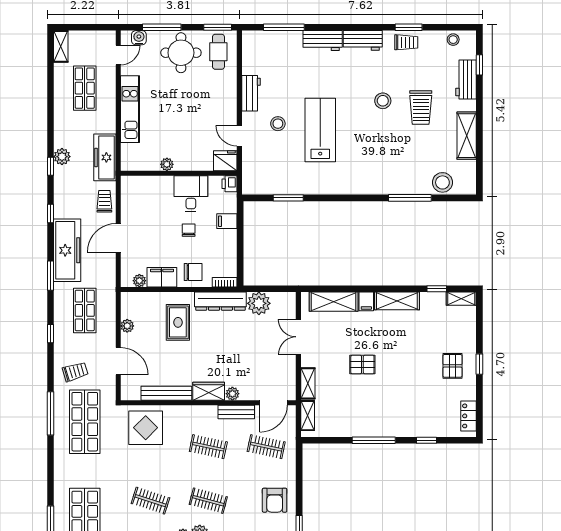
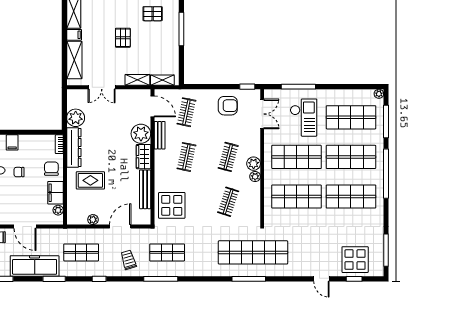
plant: (232, 394) -> (141, 134), width x1.87, depth x1.87
pallet: (394, 403) -> (153, 14), added
shop shelf: (85, 422) -> (167, 252), width x0.70, depth x0.74

